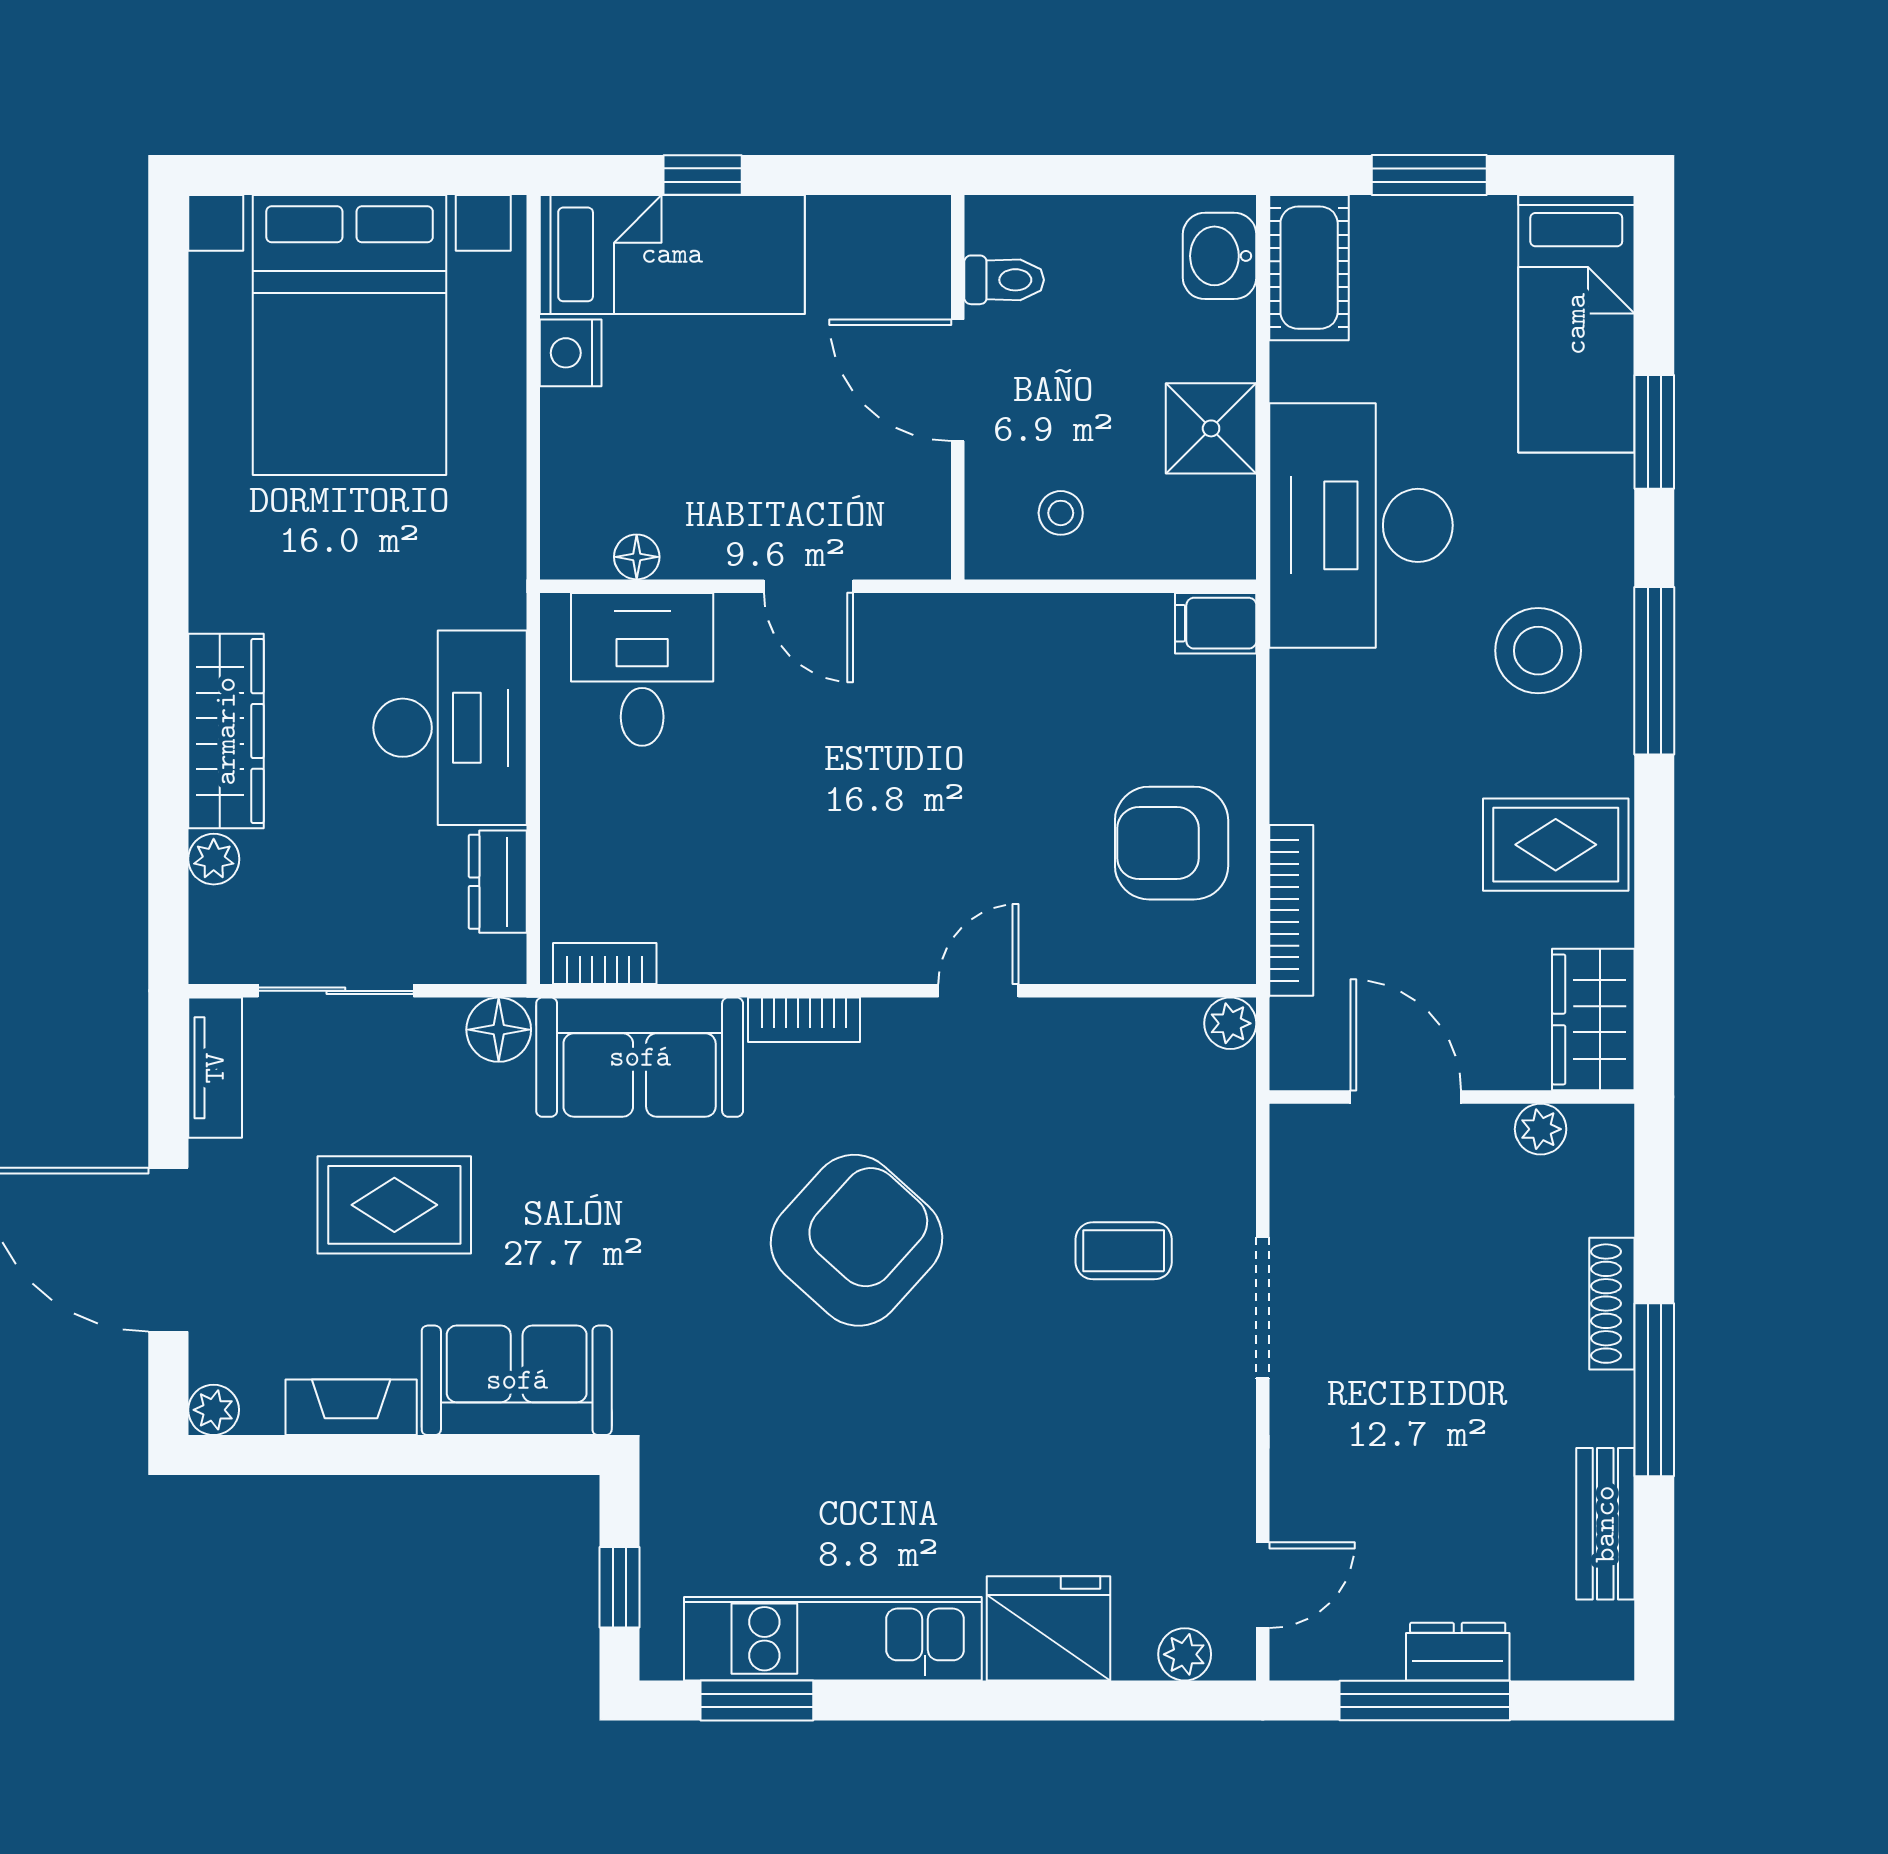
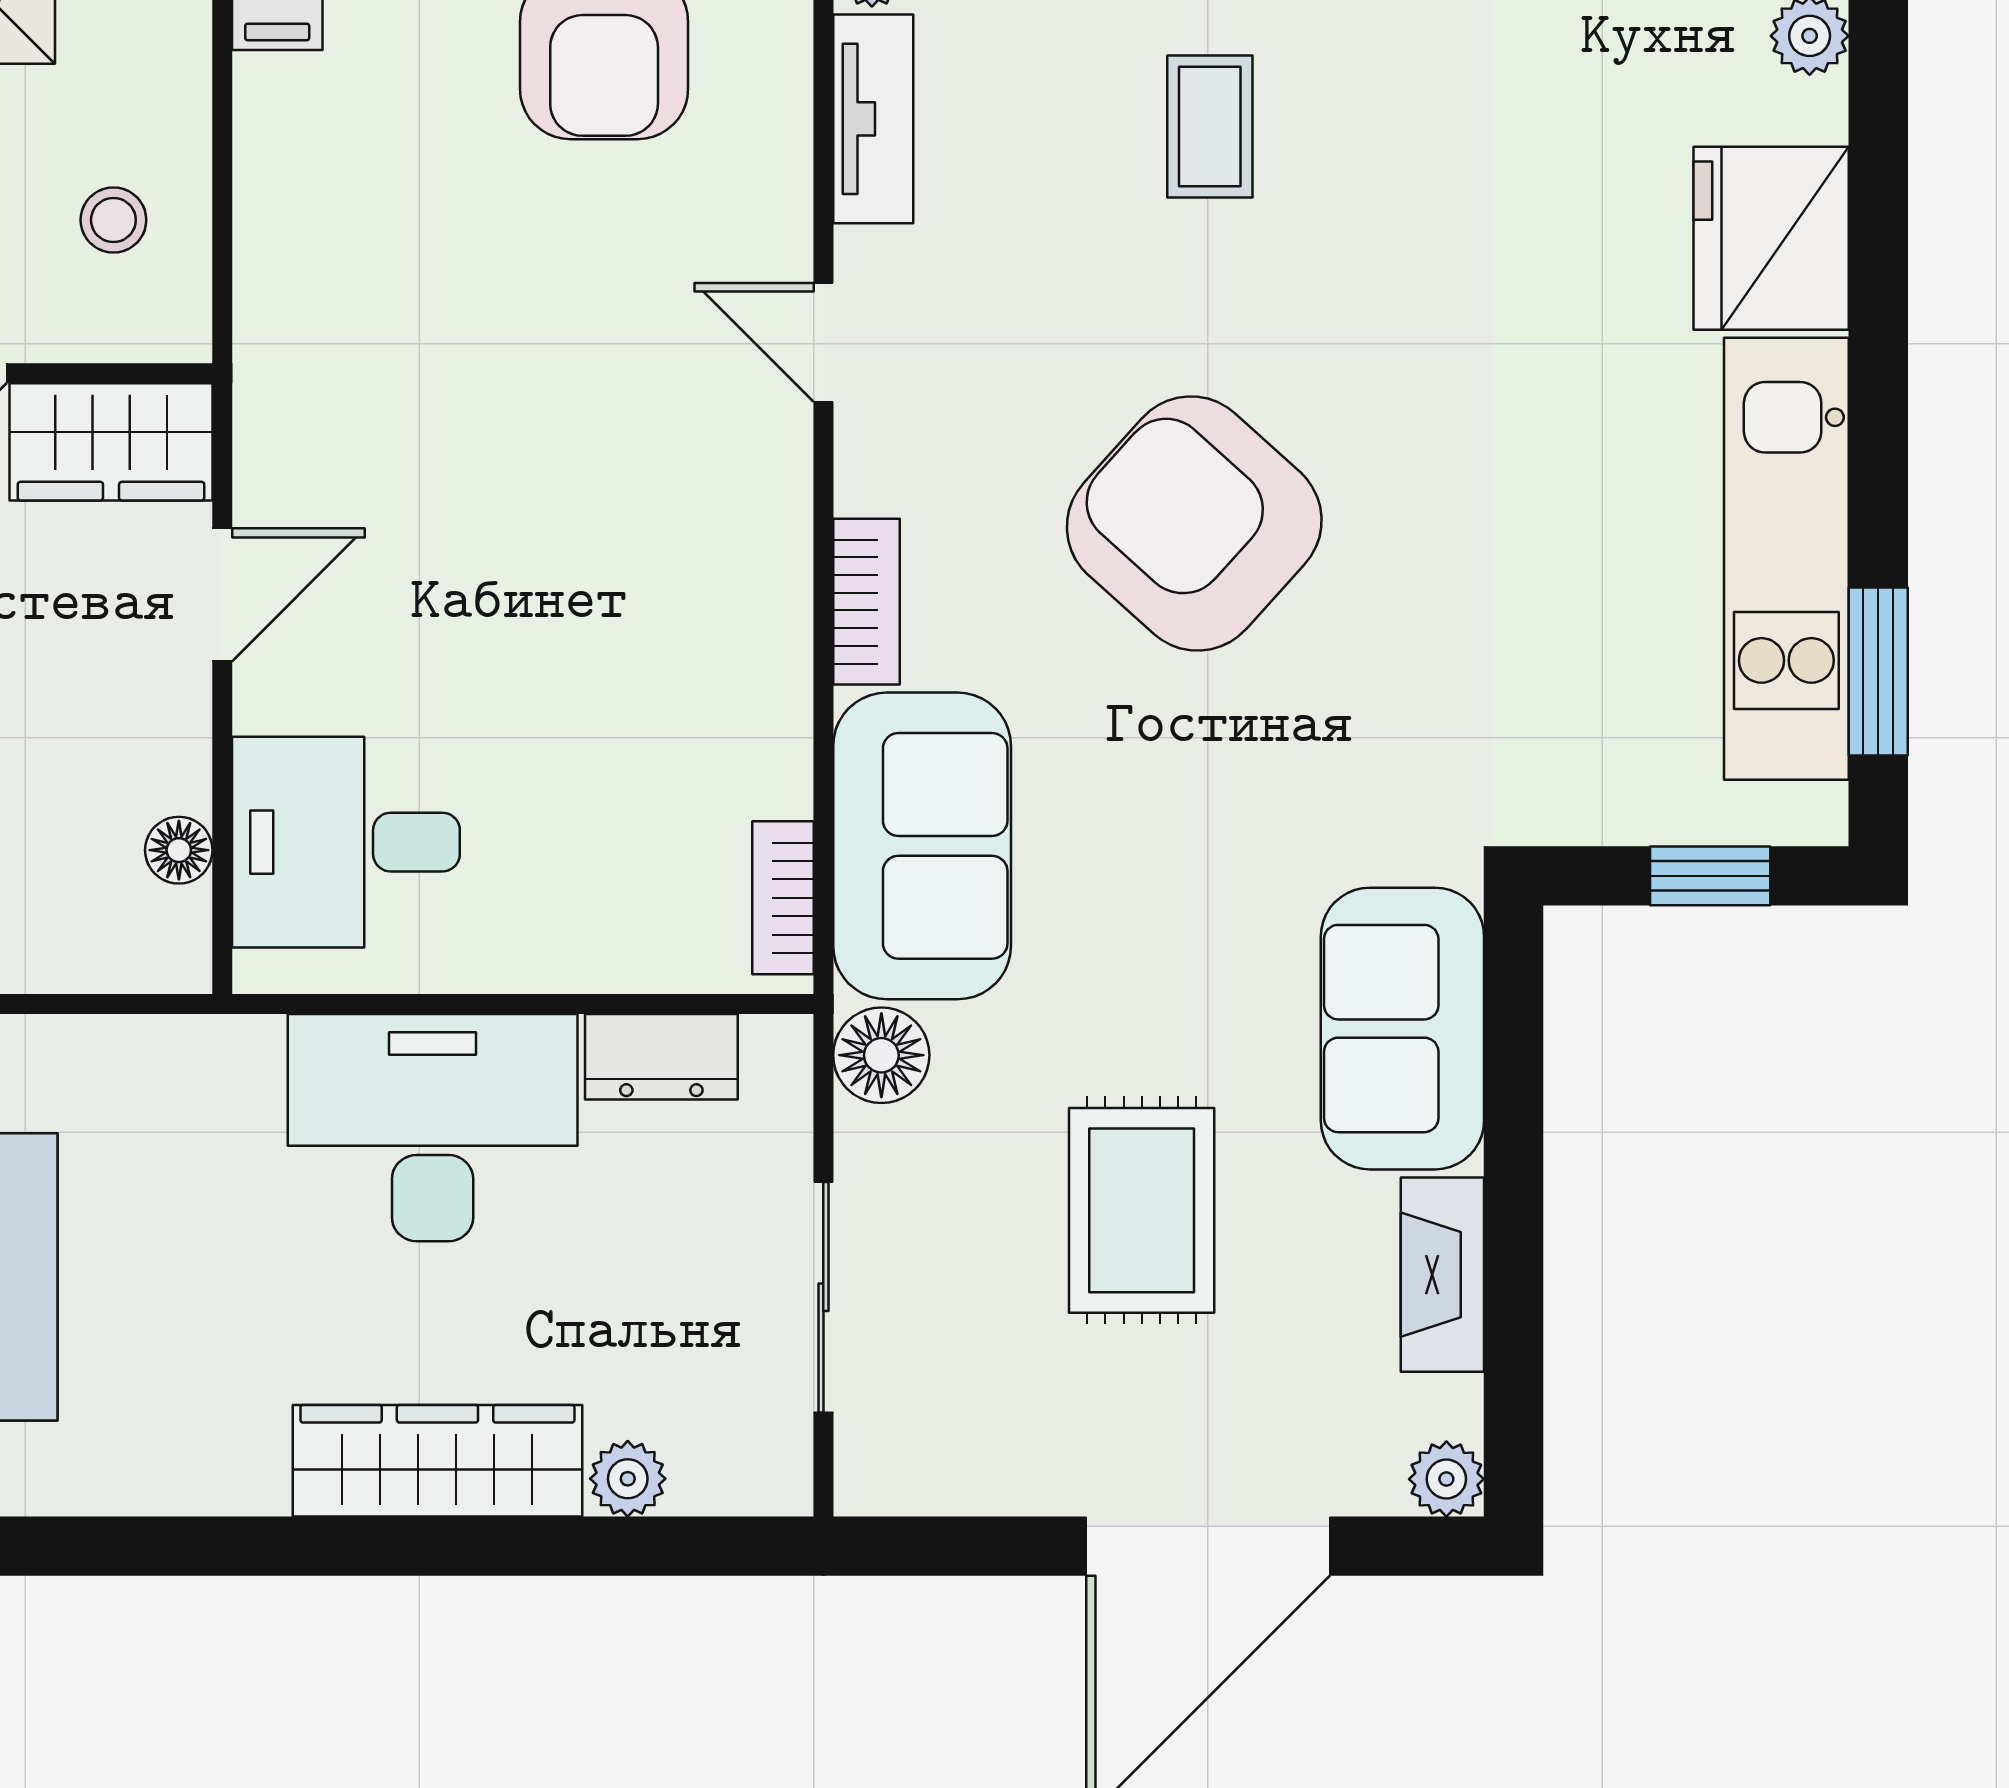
wardrobe: (912, 511) -> (111, 442), added
tv unit: (215, 1068) -> (873, 119), moved, turned 90

